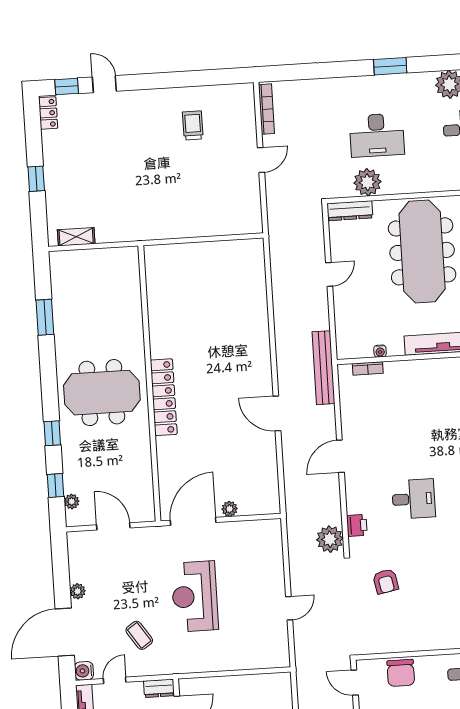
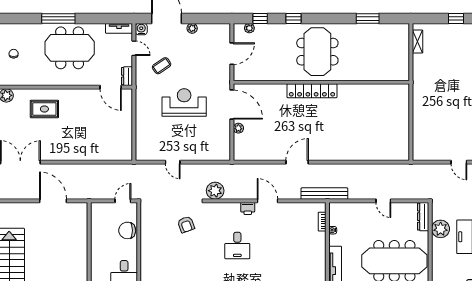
printer: (357, 525) -> (248, 208), moved
armchair: (386, 581) -> (186, 224), turned -99

